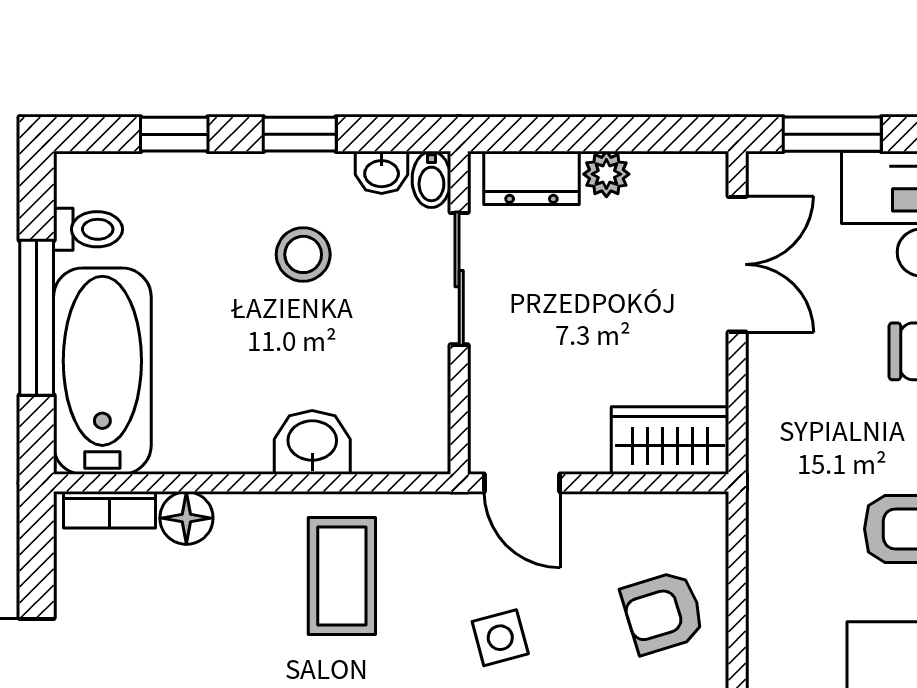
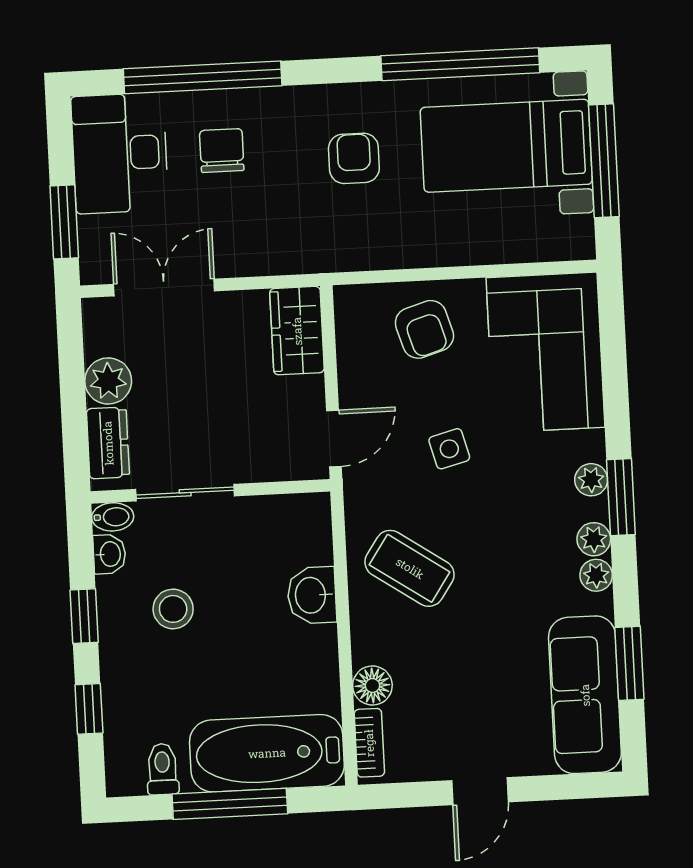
plant: (606, 174) -> (108, 381), width x1.38, depth x1.38
coffee table: (342, 576) -> (410, 568), turned 34

